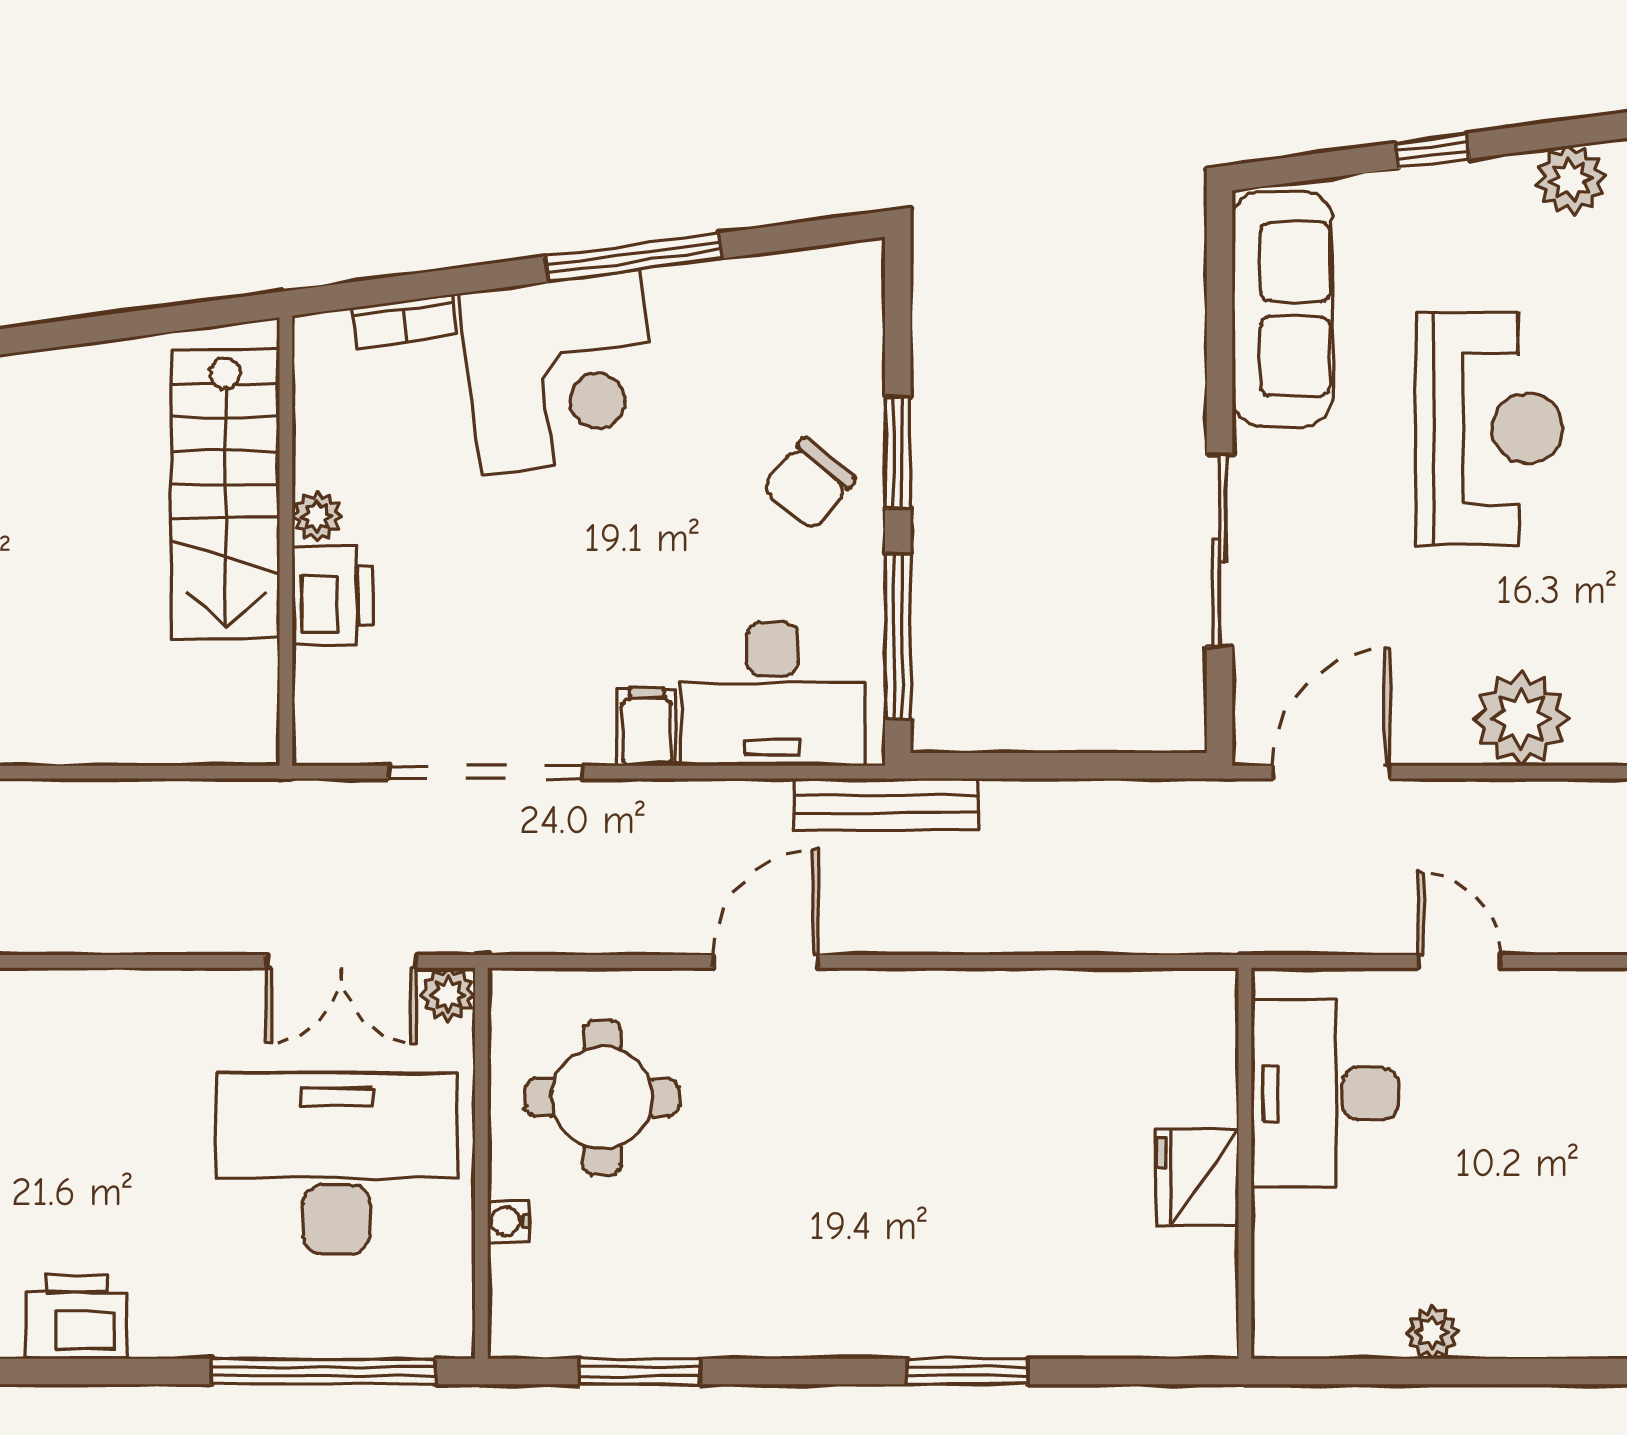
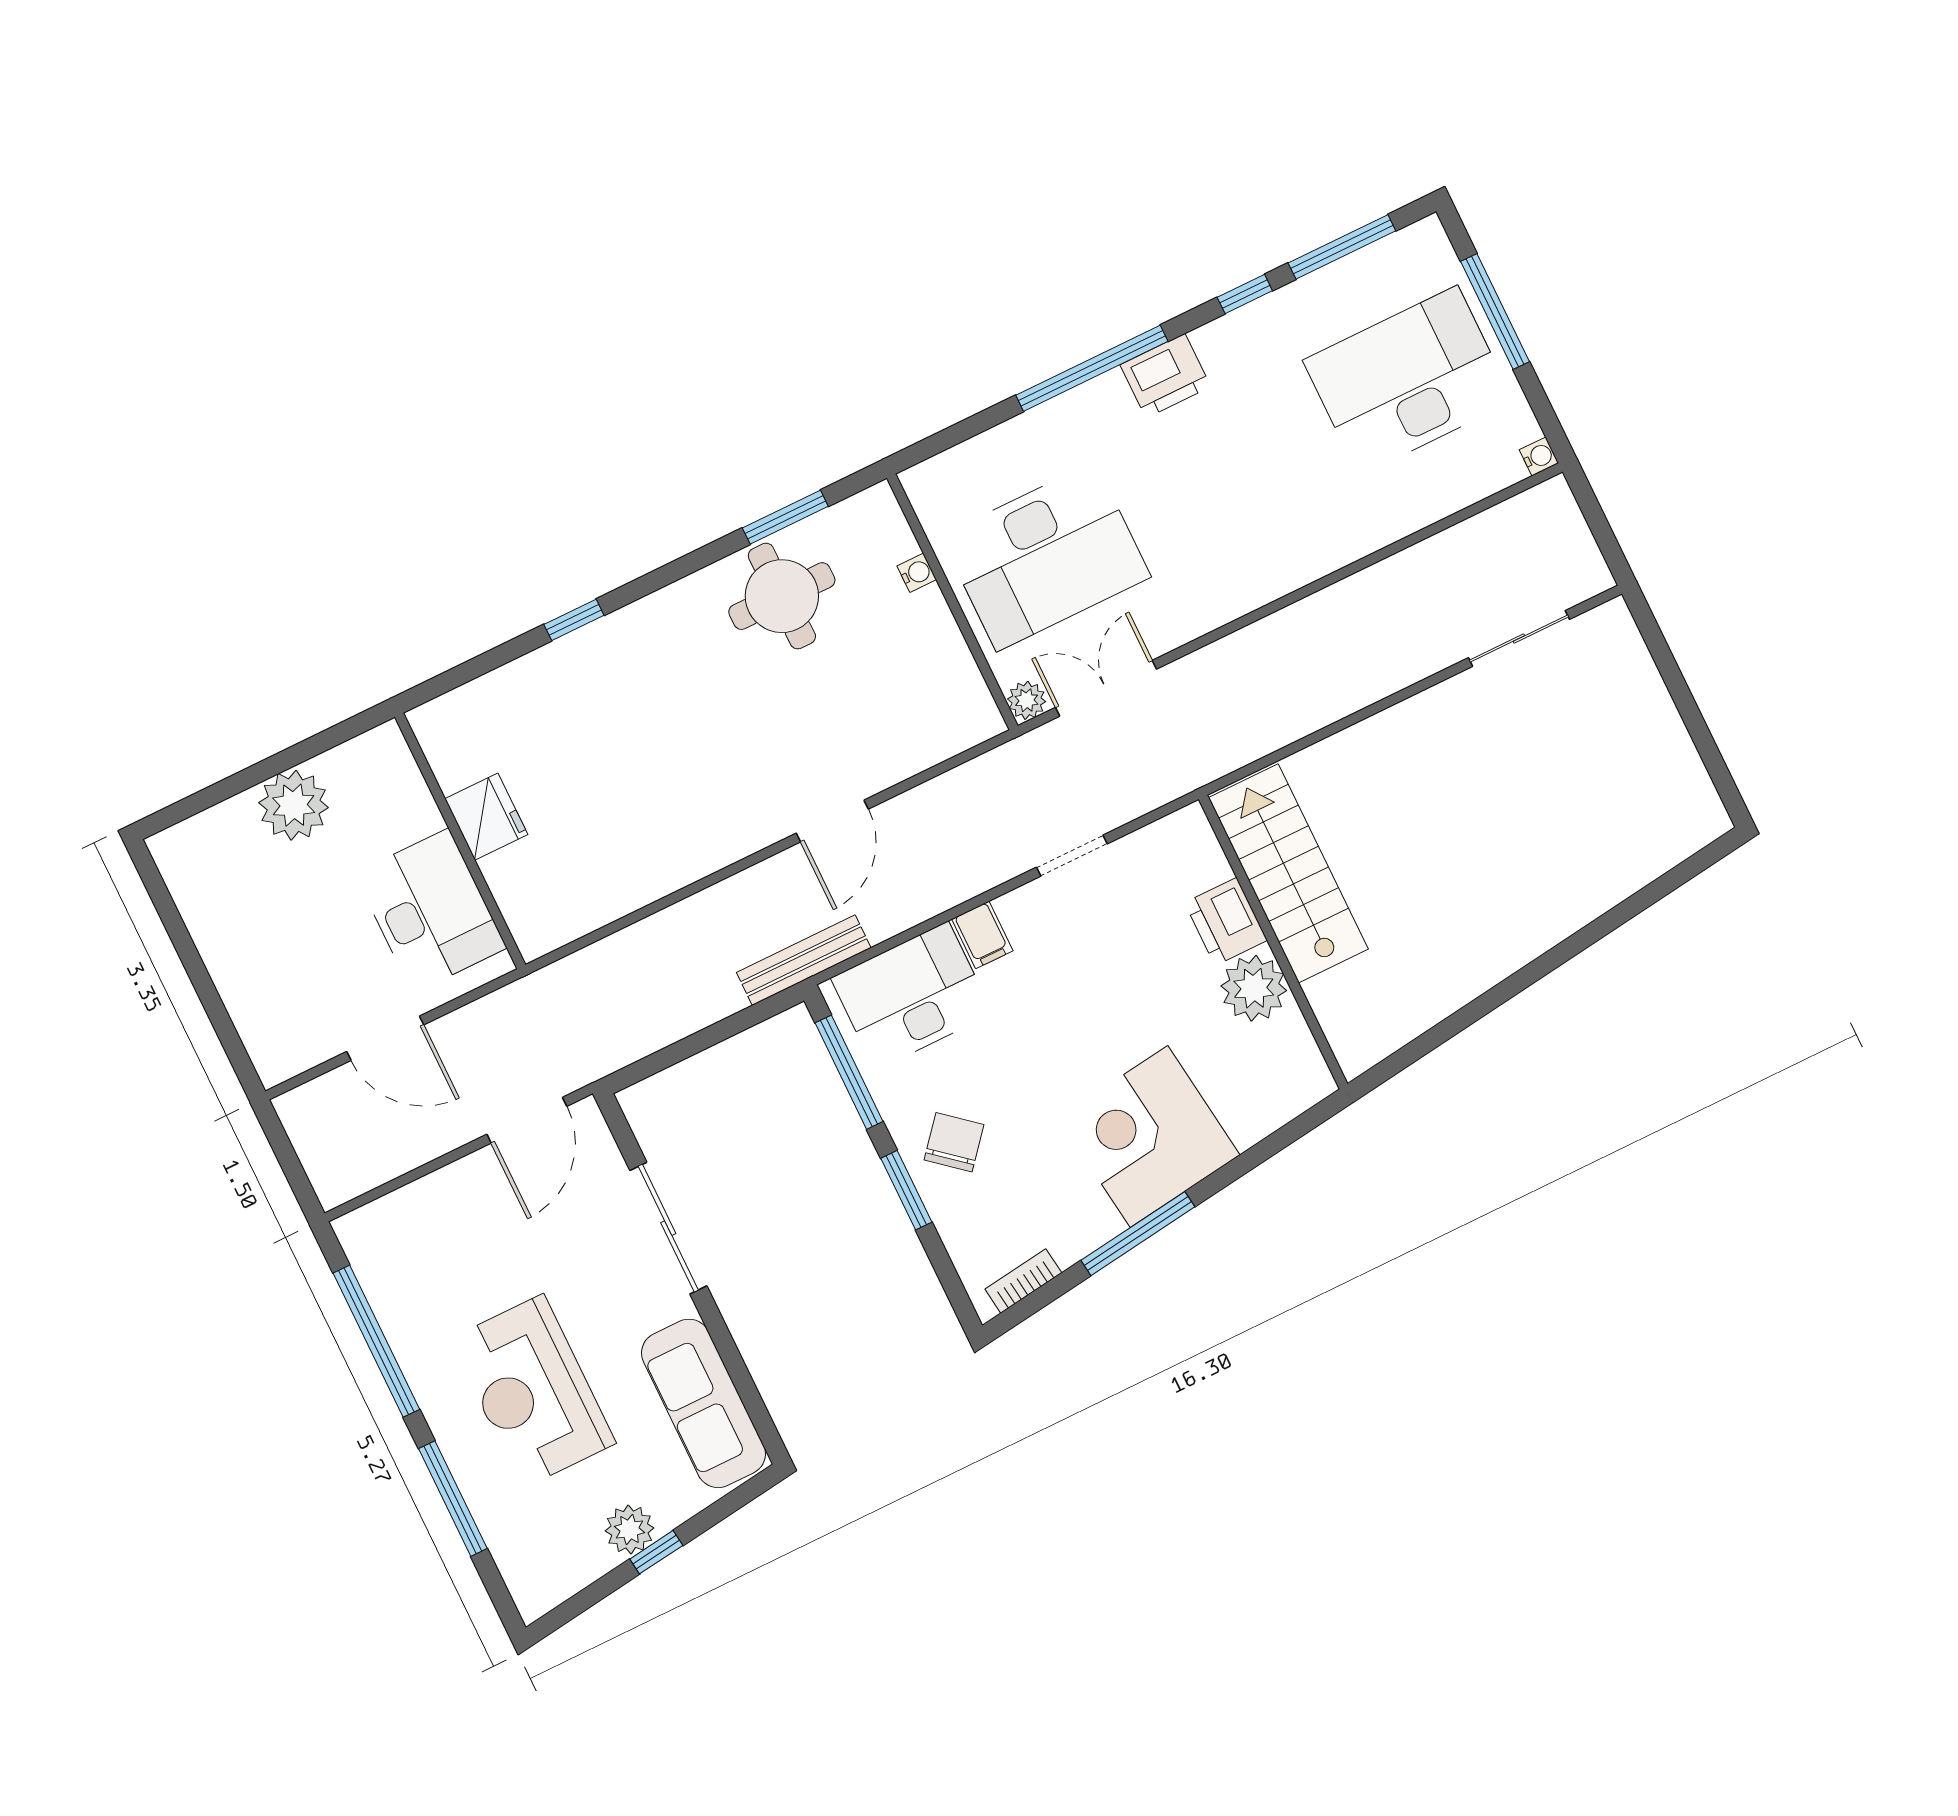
plant: (1571, 180) -> (630, 1529), moved
bookcase: (405, 321) -> (1023, 1281), moved
stairs: (225, 494) -> (1288, 873), moved
plant: (317, 516) -> (1254, 988), width x1.88, depth x1.88
plant: (1521, 718) -> (421, 1214), removed
doorway: (486, 772) -> (1072, 856), width x0.53
door: (1459, 961) -> (385, 1038), width x1.37
round table: (602, 1098) -> (782, 596), moved
plant: (1432, 1333) -> (294, 805), width x1.88, depth x1.88
window: (323, 1371) -> (1092, 368), moved
window: (967, 1371) -> (574, 620), width x0.67

